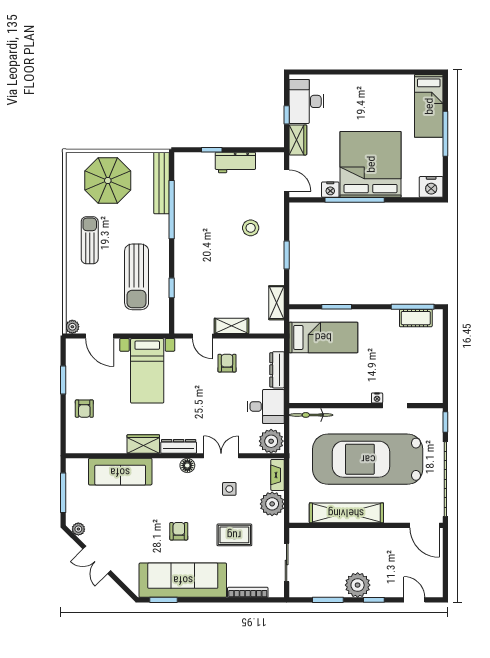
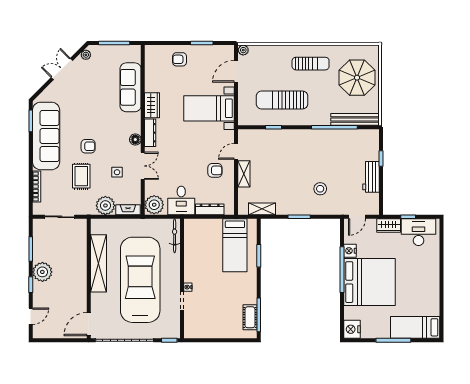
armchair: (179, 531) -> (88, 146), moved

